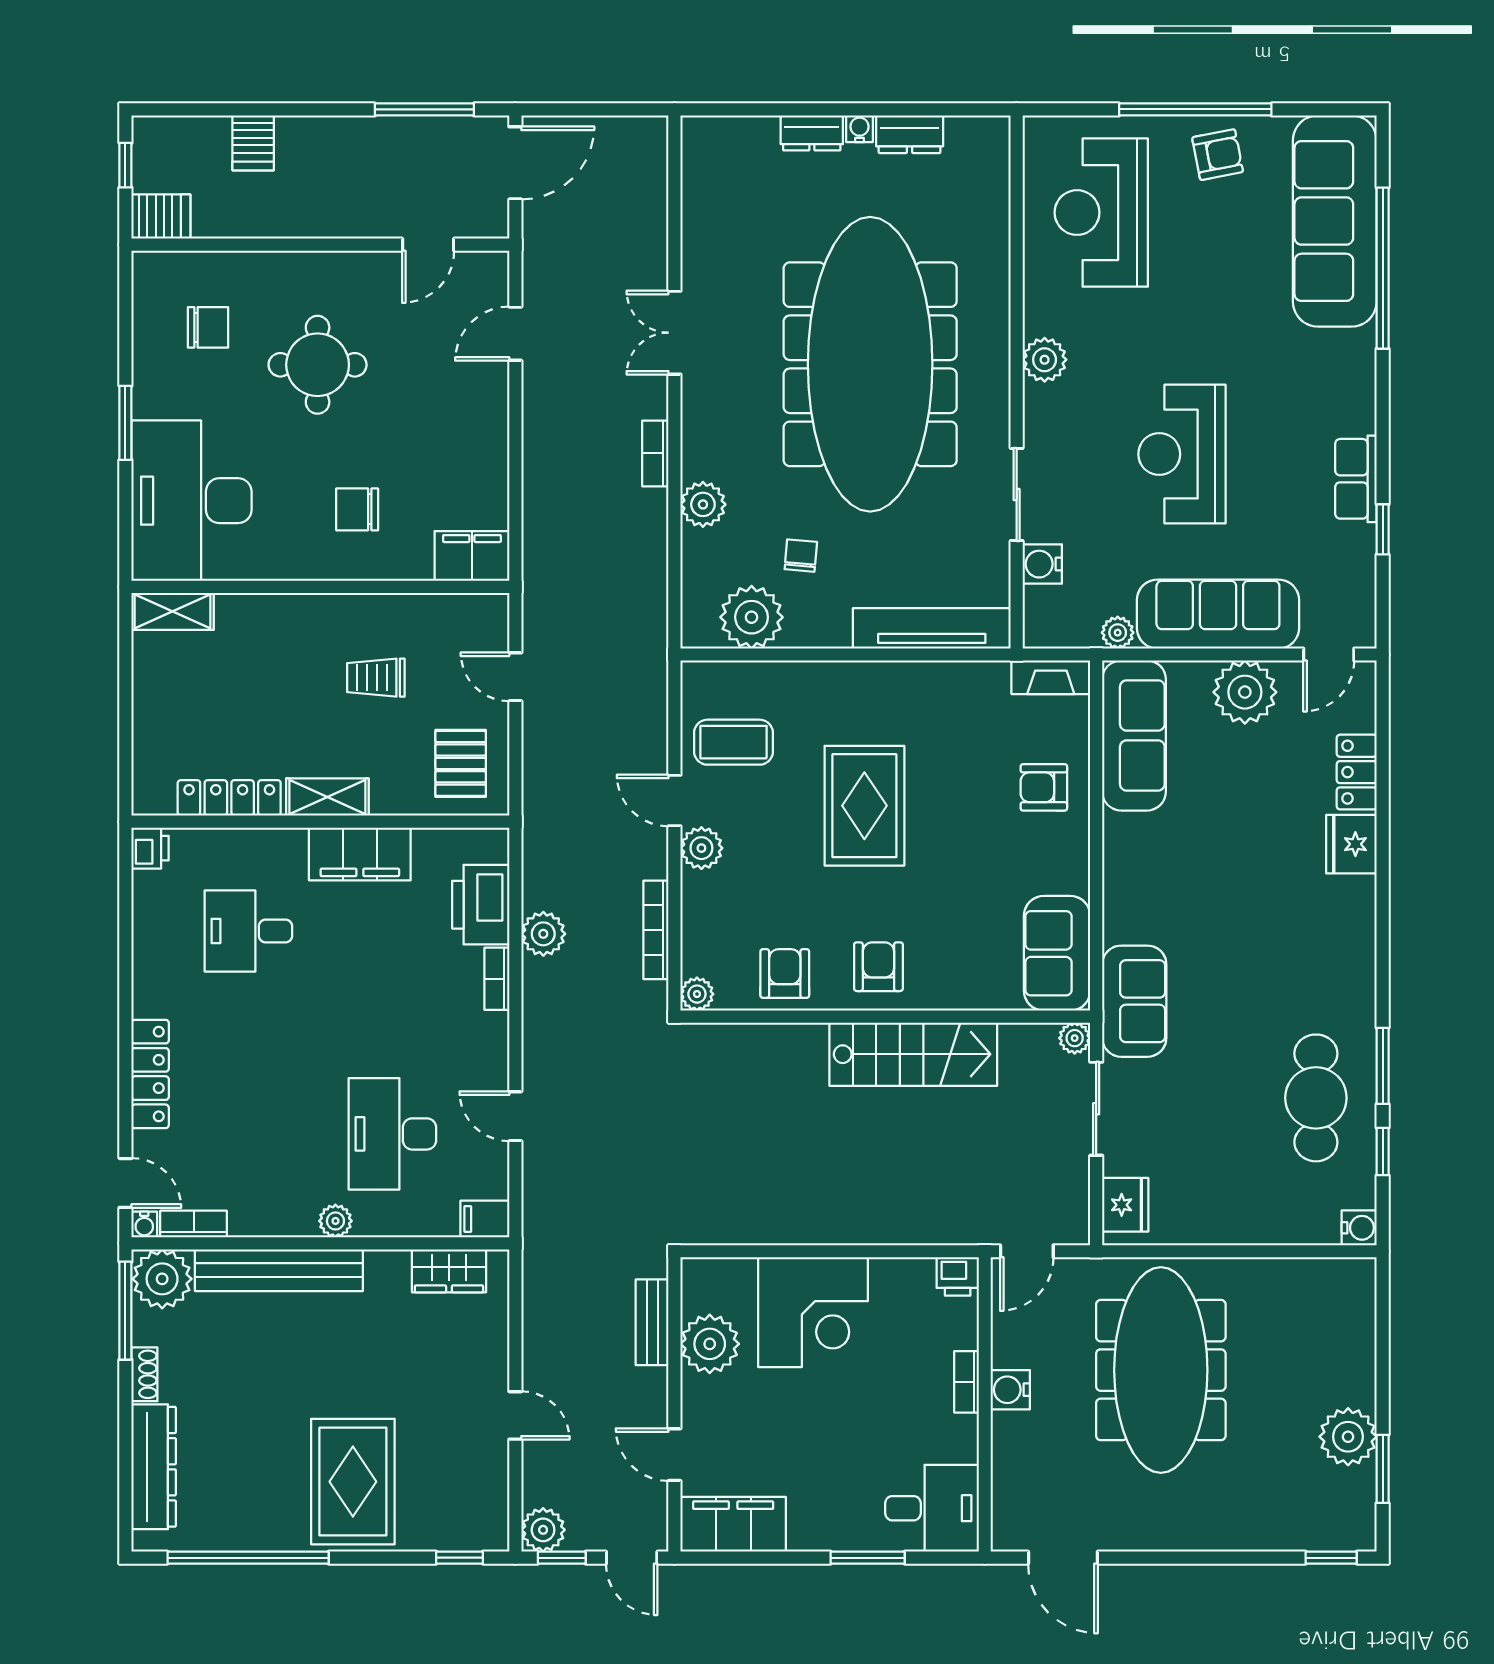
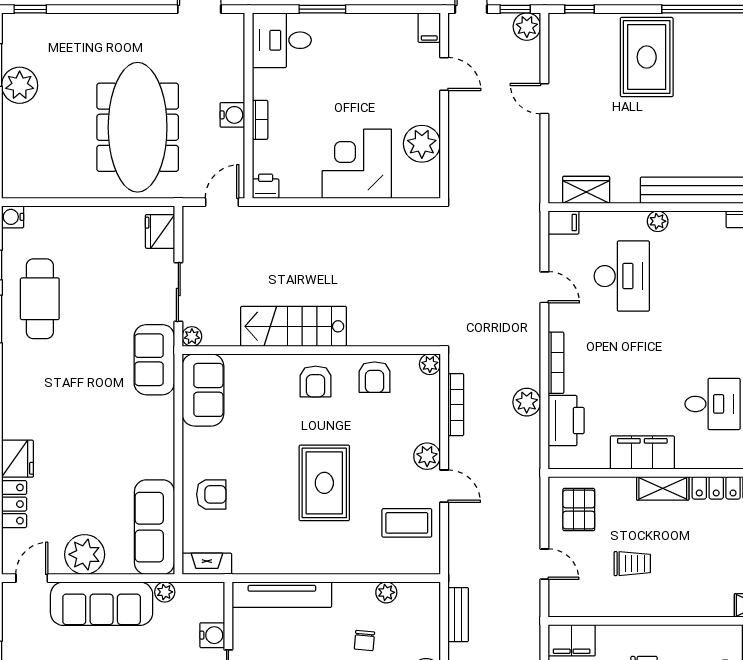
plant: (752, 617) -> (386, 592), width x0.53, depth x0.53
bookcase: (497, 979) -> (556, 363), width x1.56
bench: (652, 1322) -> (458, 615), moved
filing cabinet: (733, 1524) -> (429, 28), width x0.33, depth x0.86

